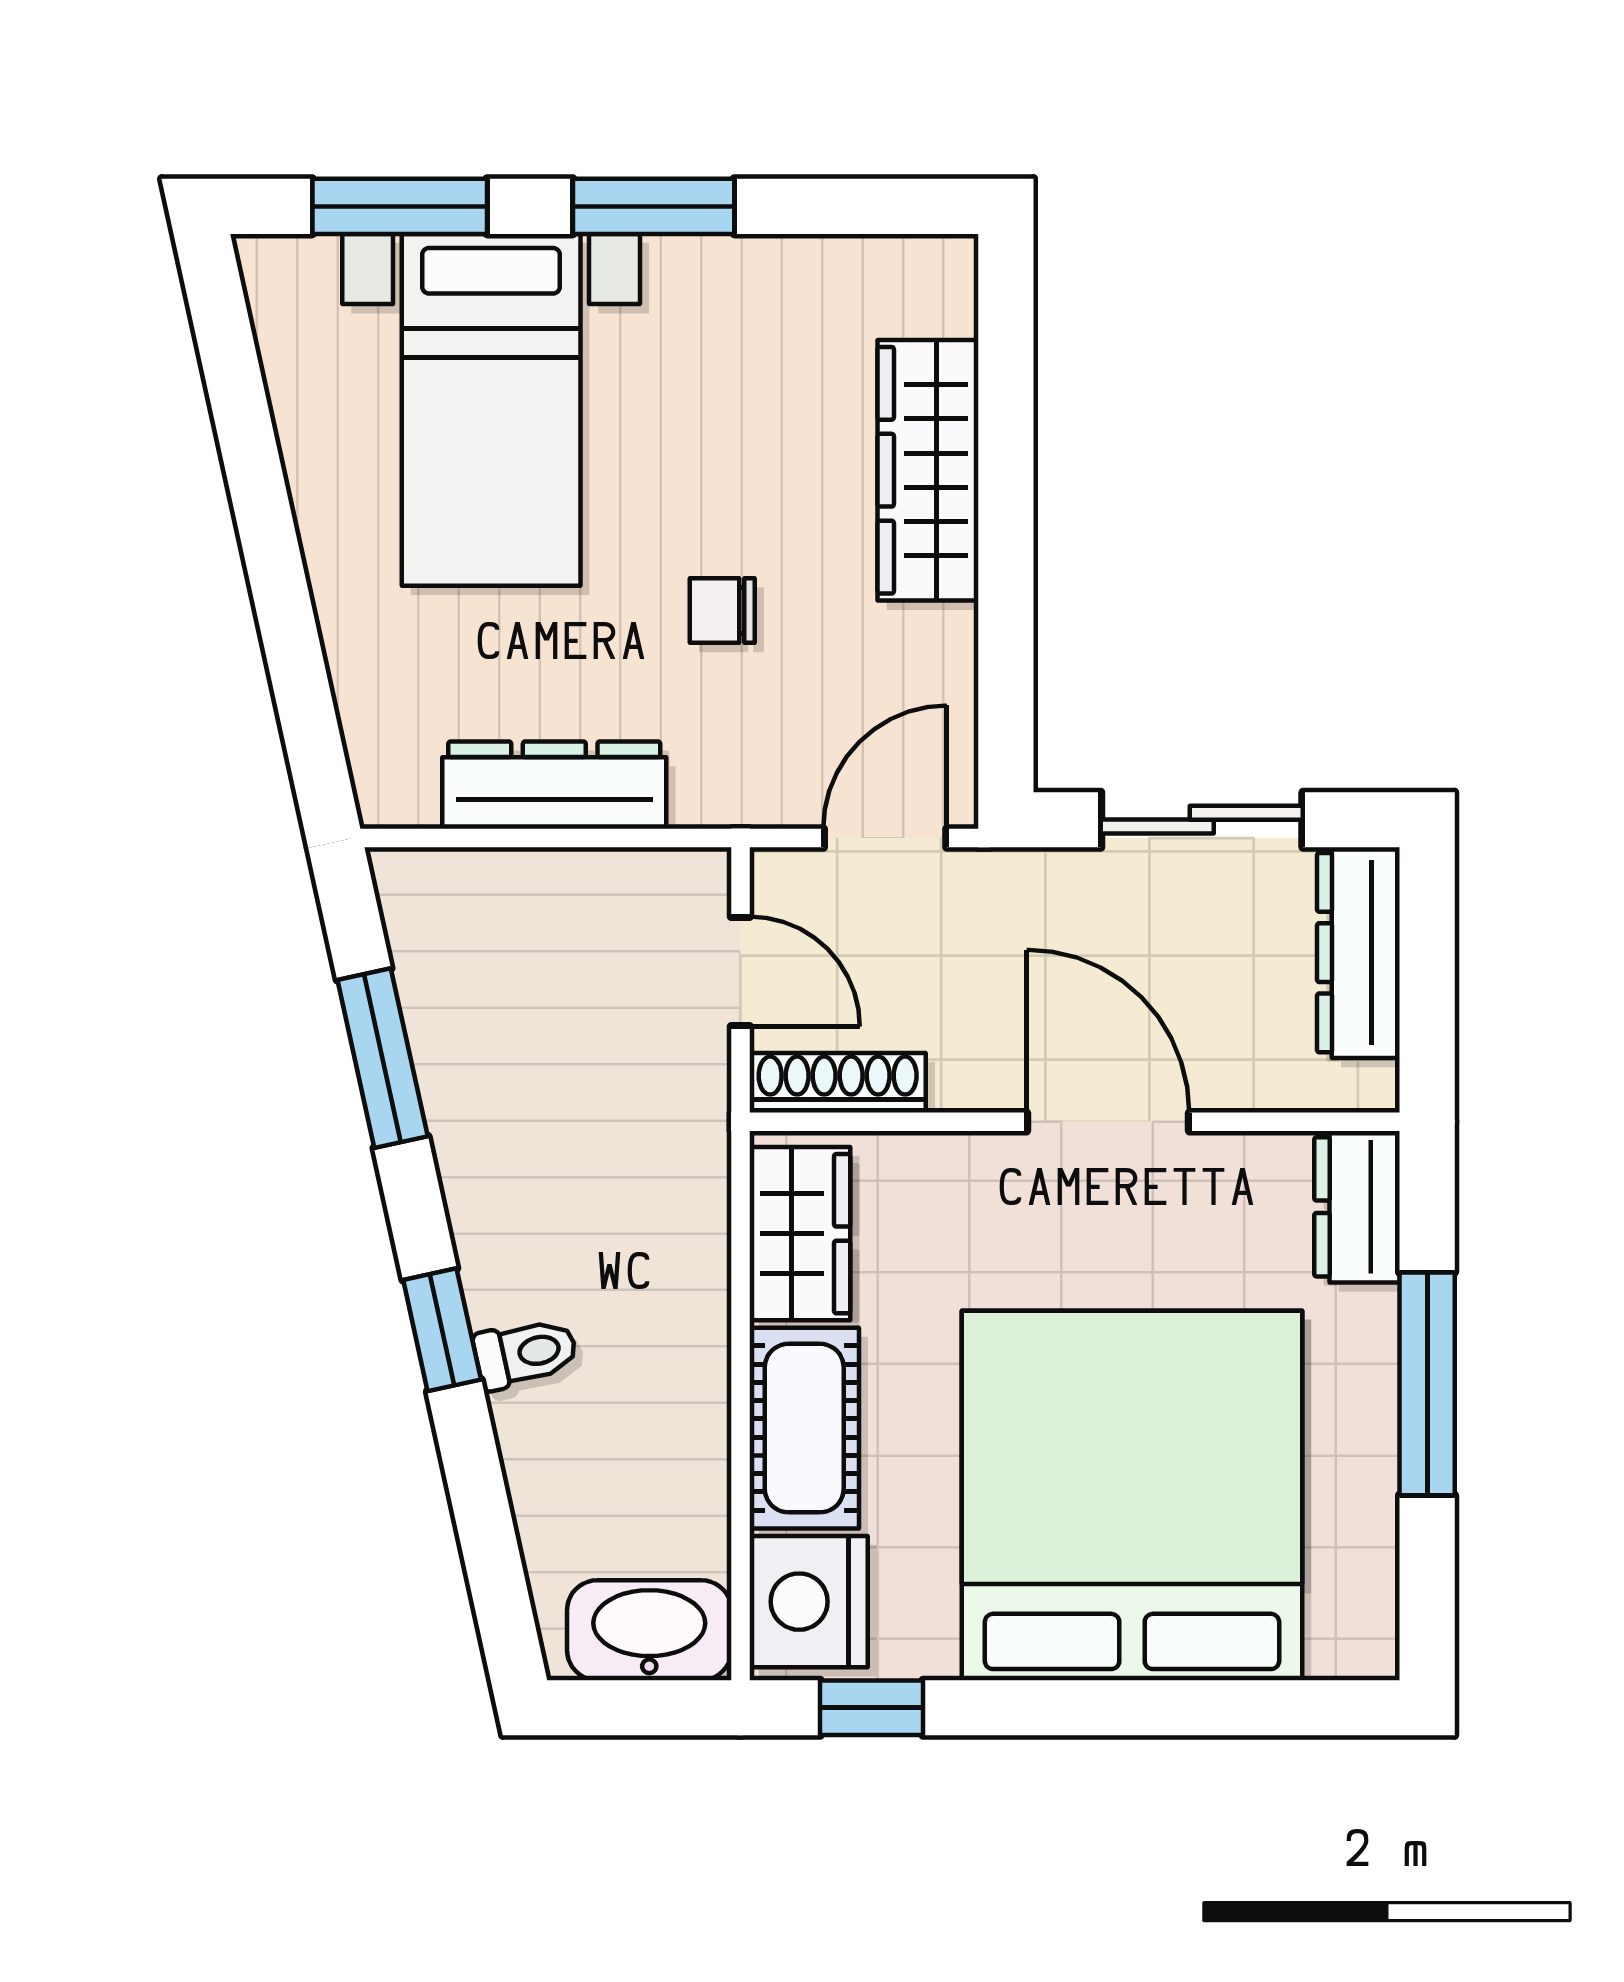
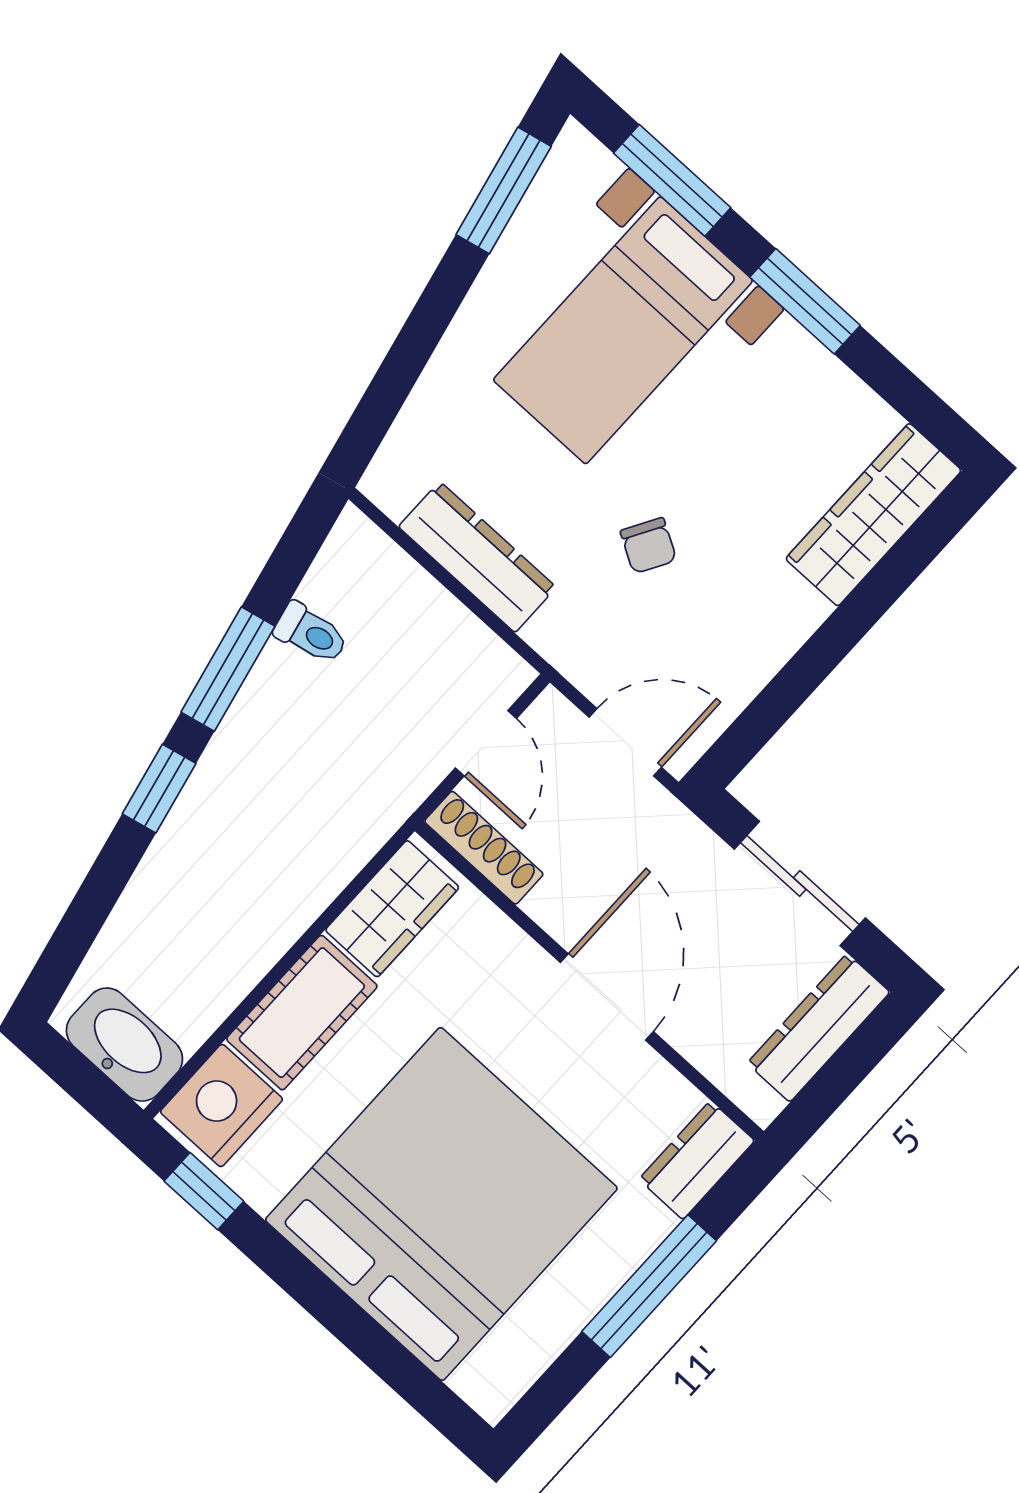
window: (233, 377) -> (504, 190), added
wardrobe: (928, 470) -> (873, 515), moved
chair: (722, 611) -> (648, 546), turned -150
window: (383, 1058) -> (228, 669), moved
toilet: (526, 1353) -> (311, 633), moved

